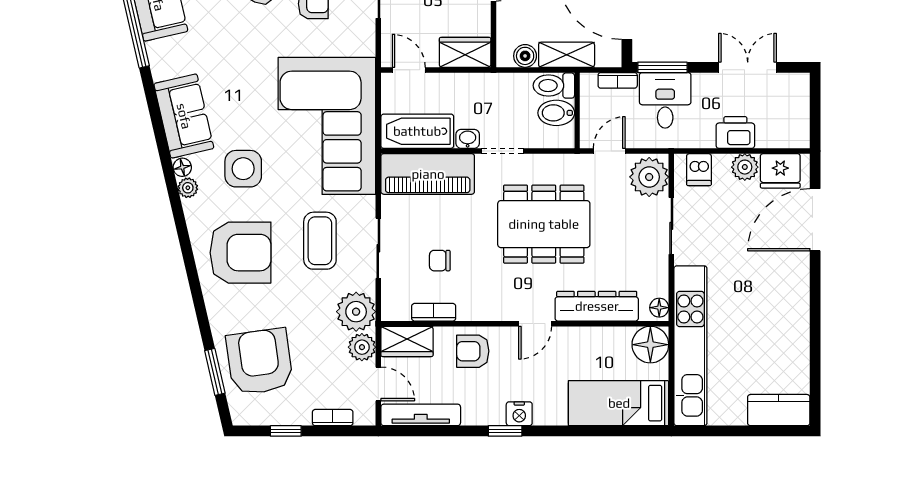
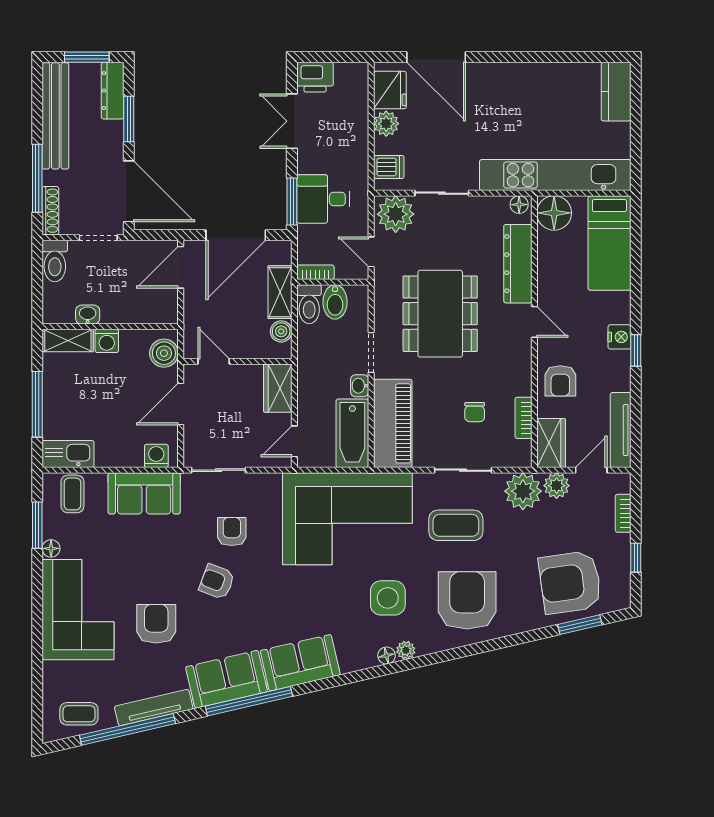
bookcase: (618, 80) -> (315, 272), moved, turned -90
sofa: (184, 116) -> (300, 663), moved
printer: (735, 132) -> (315, 77), moved, turned -90

